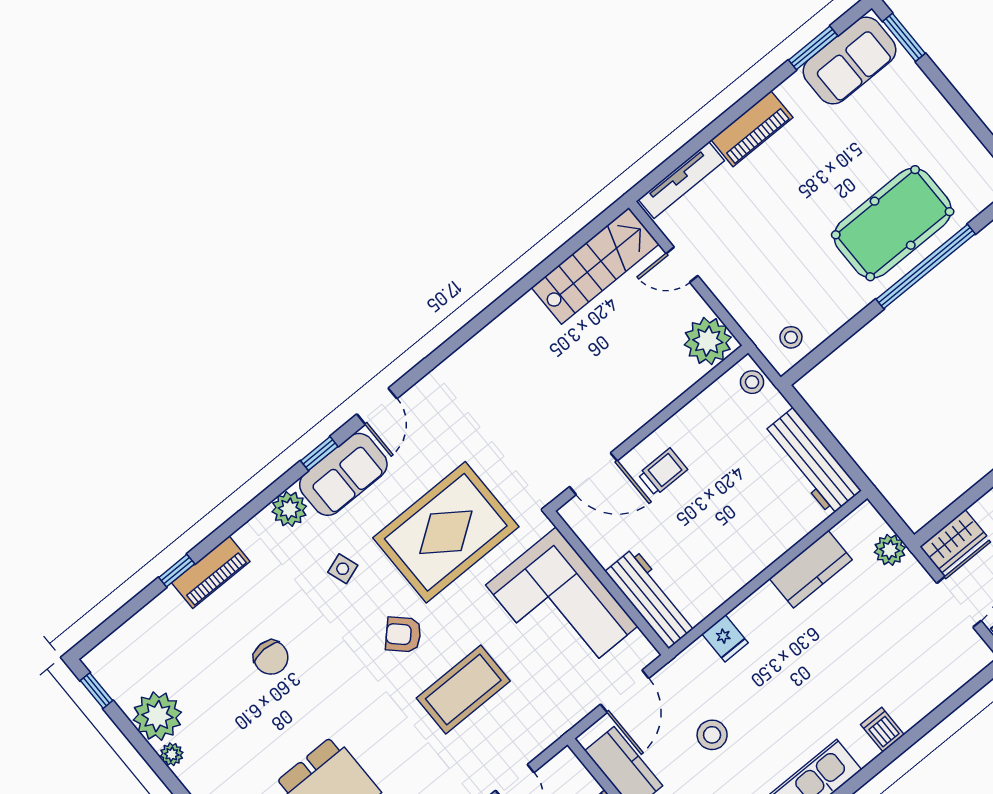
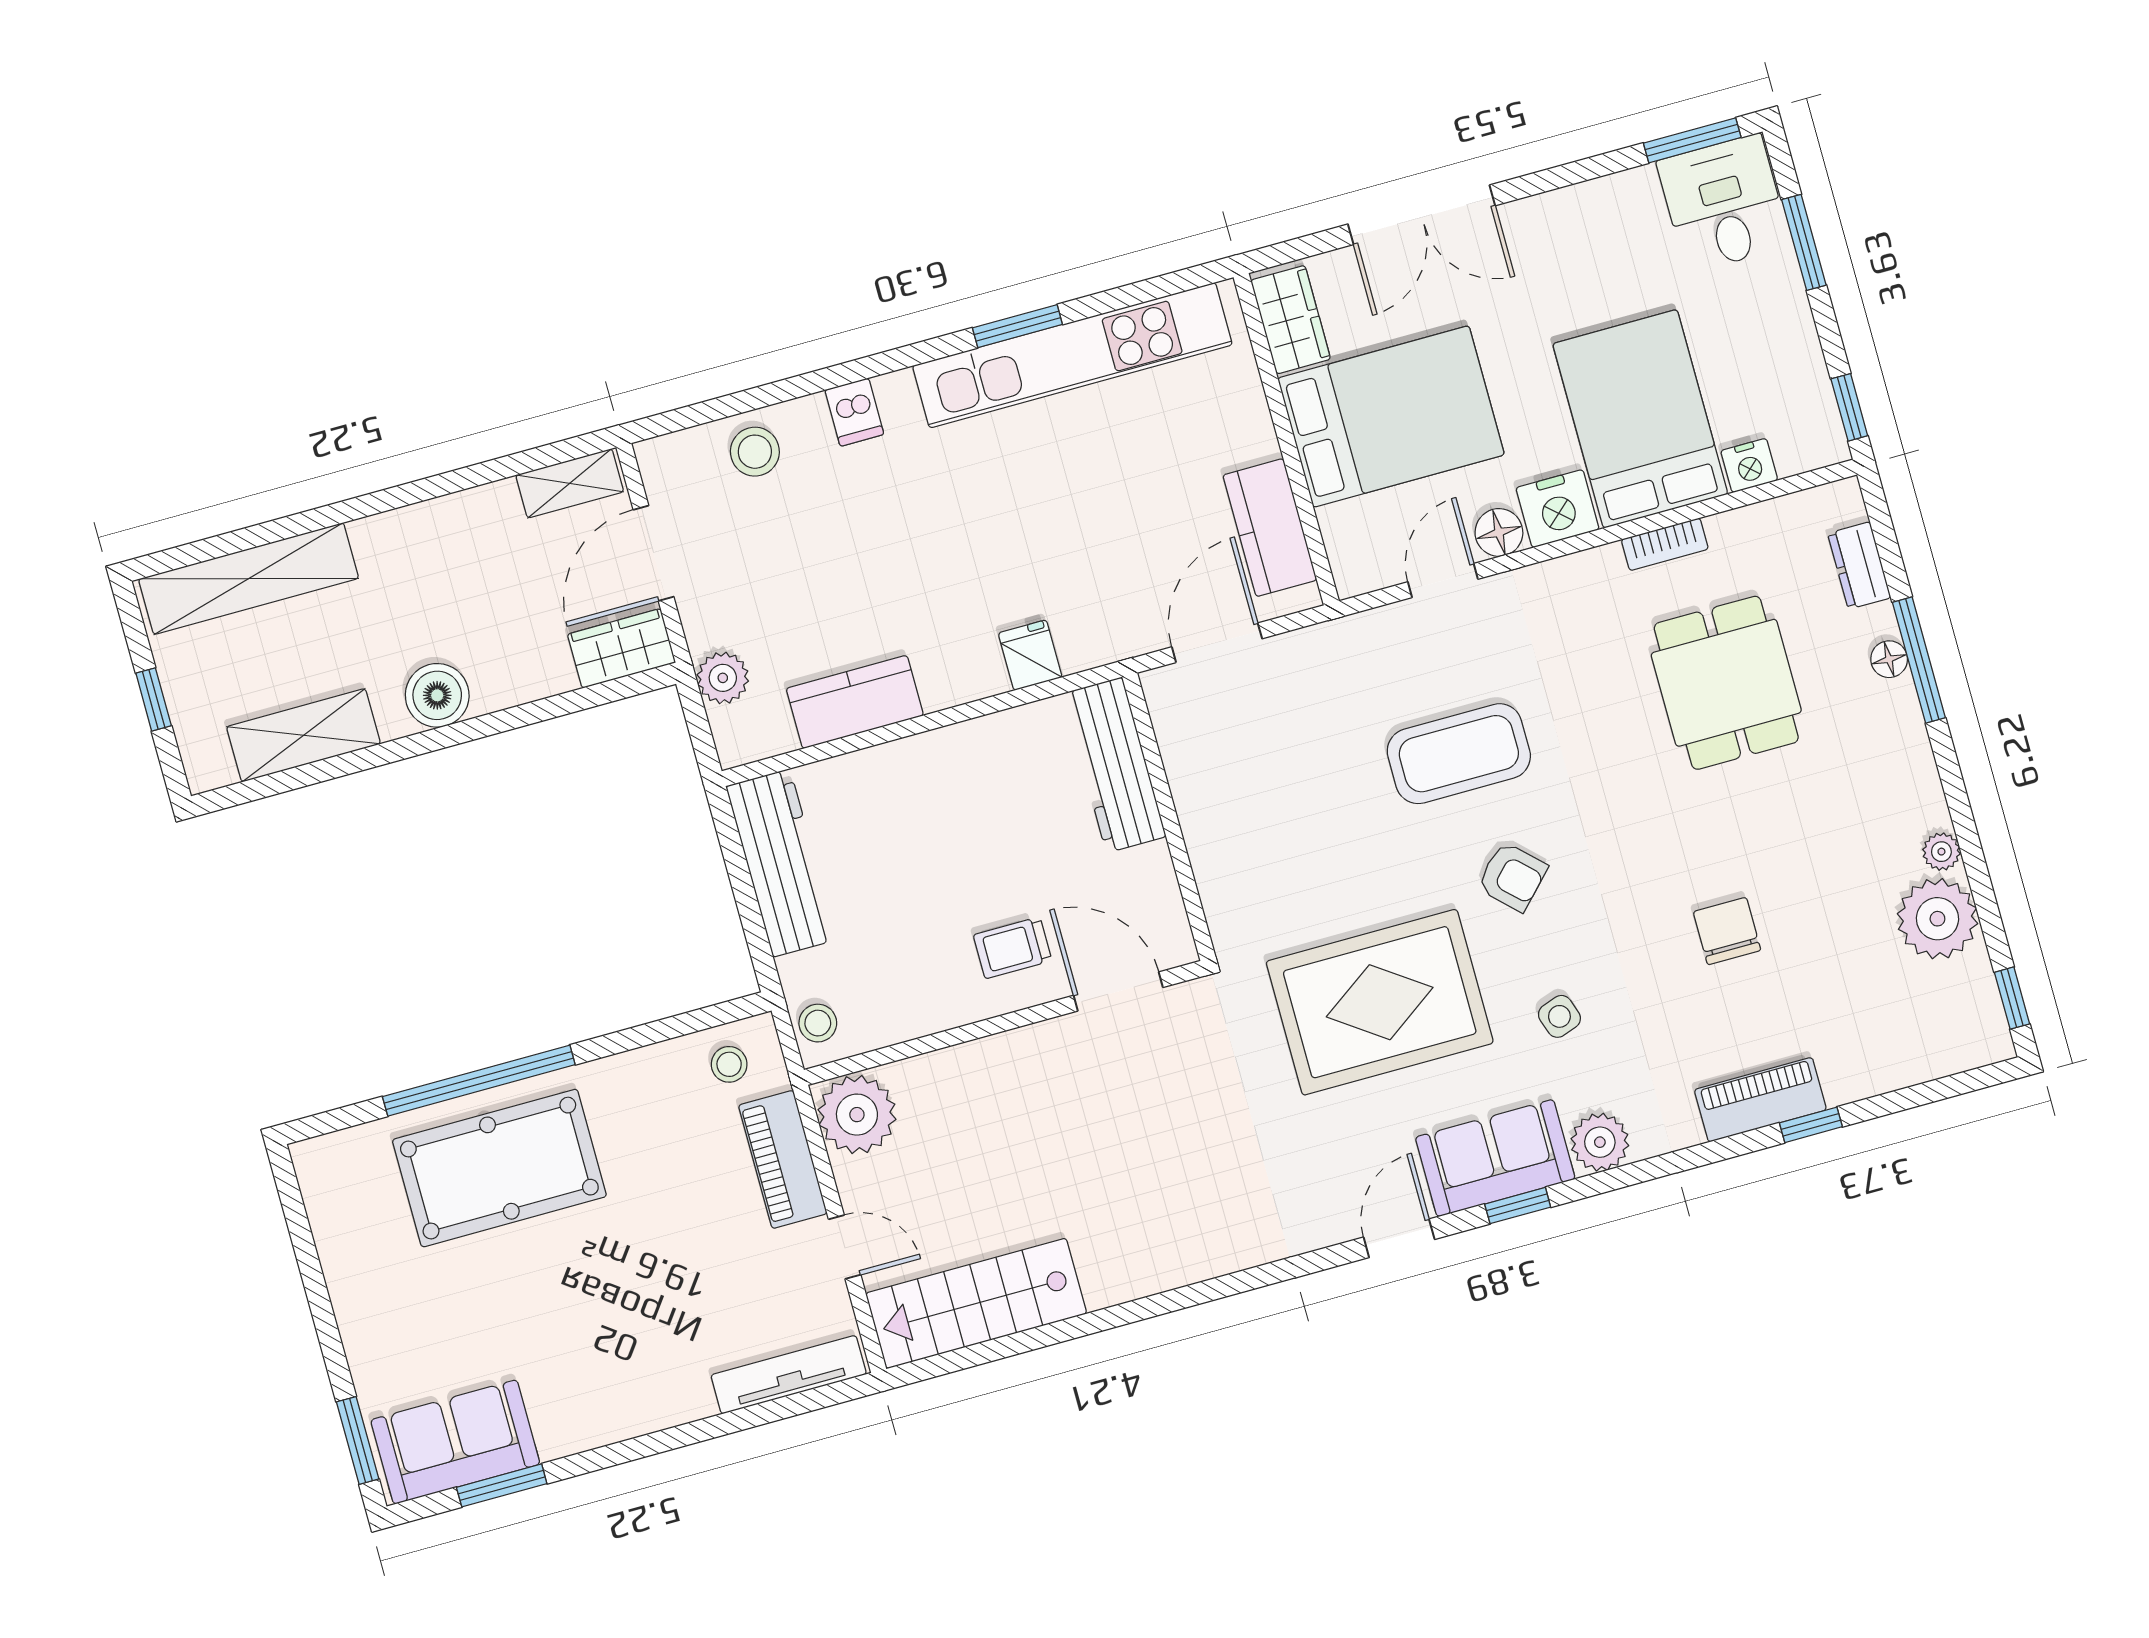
piano: (752, 129) -> (783, 1159), moved, turned -90
corner sofa: (562, 606) -> (1254, 814), removed
stool: (712, 735) -> (755, 452), moved

